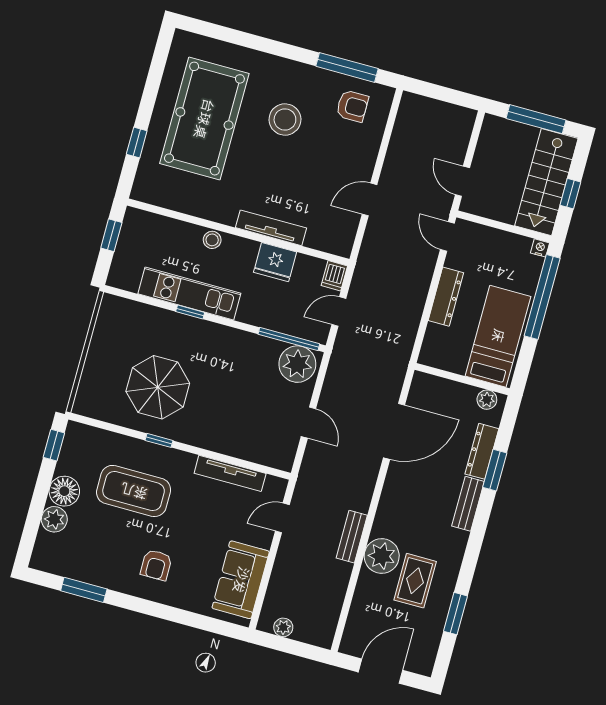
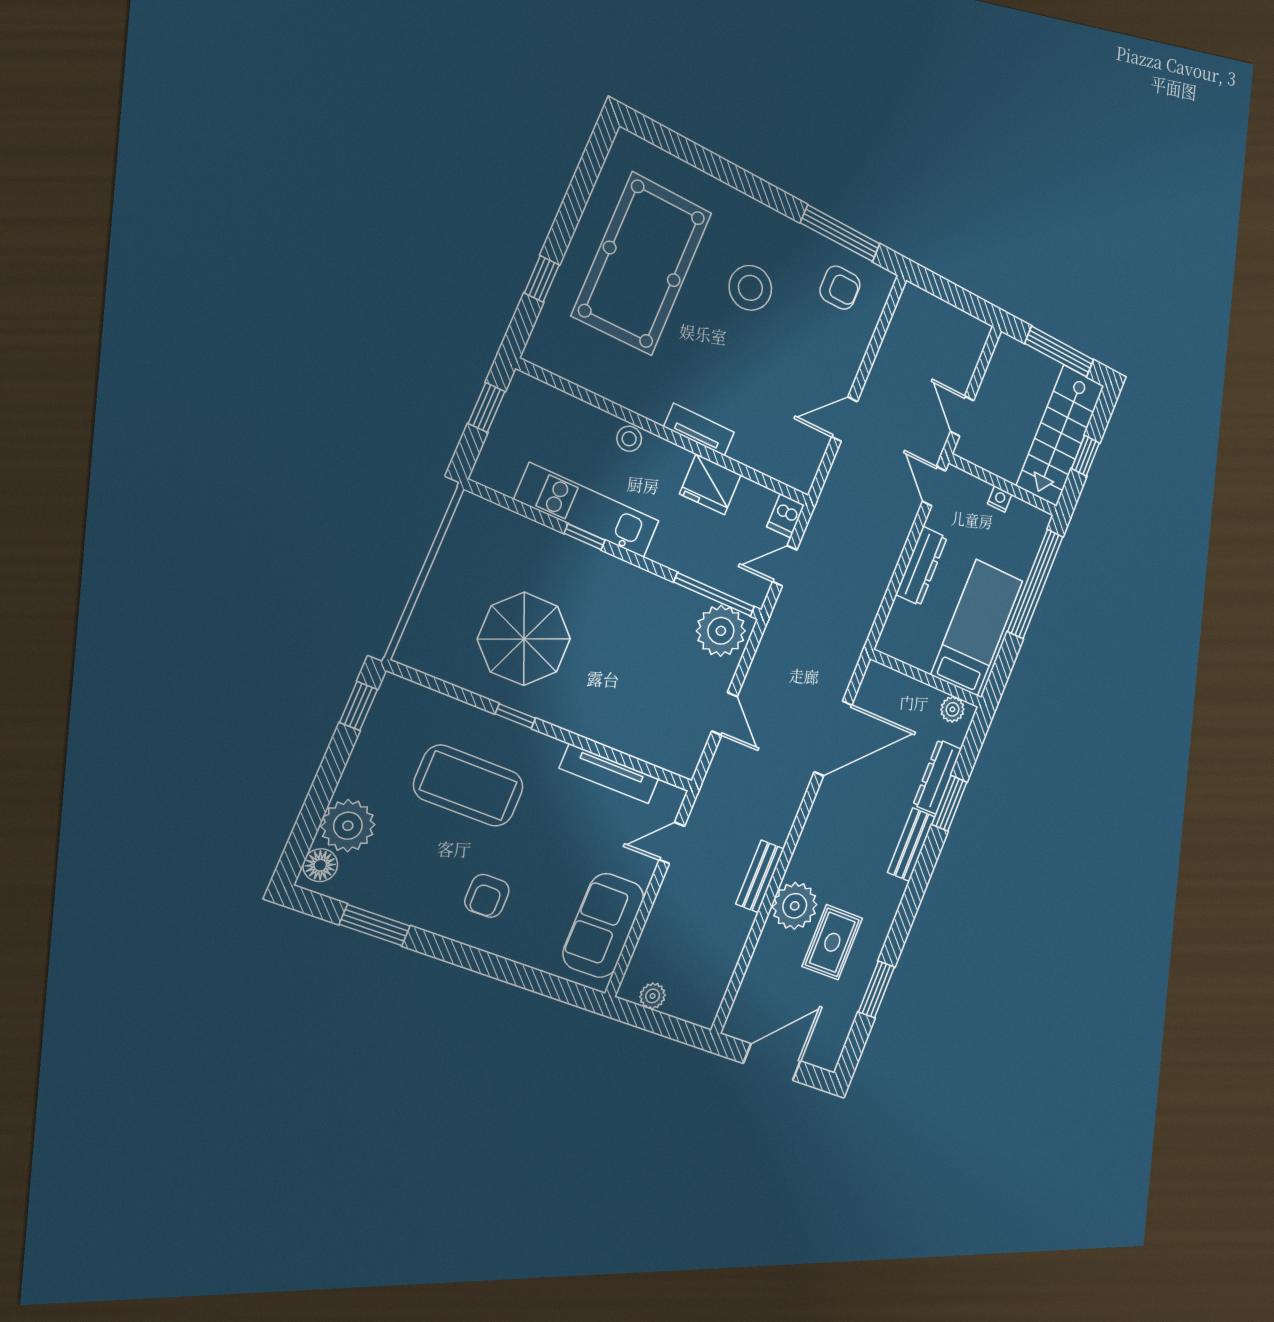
tv unit: (271, 228) -> (699, 430), width x0.71
nightstand: (540, 248) -> (1000, 499), moved
floor lamp: (64, 491) -> (320, 865), moved, width x0.73, depth x0.73
plant: (54, 519) -> (348, 826), width x1.36, depth x1.36

